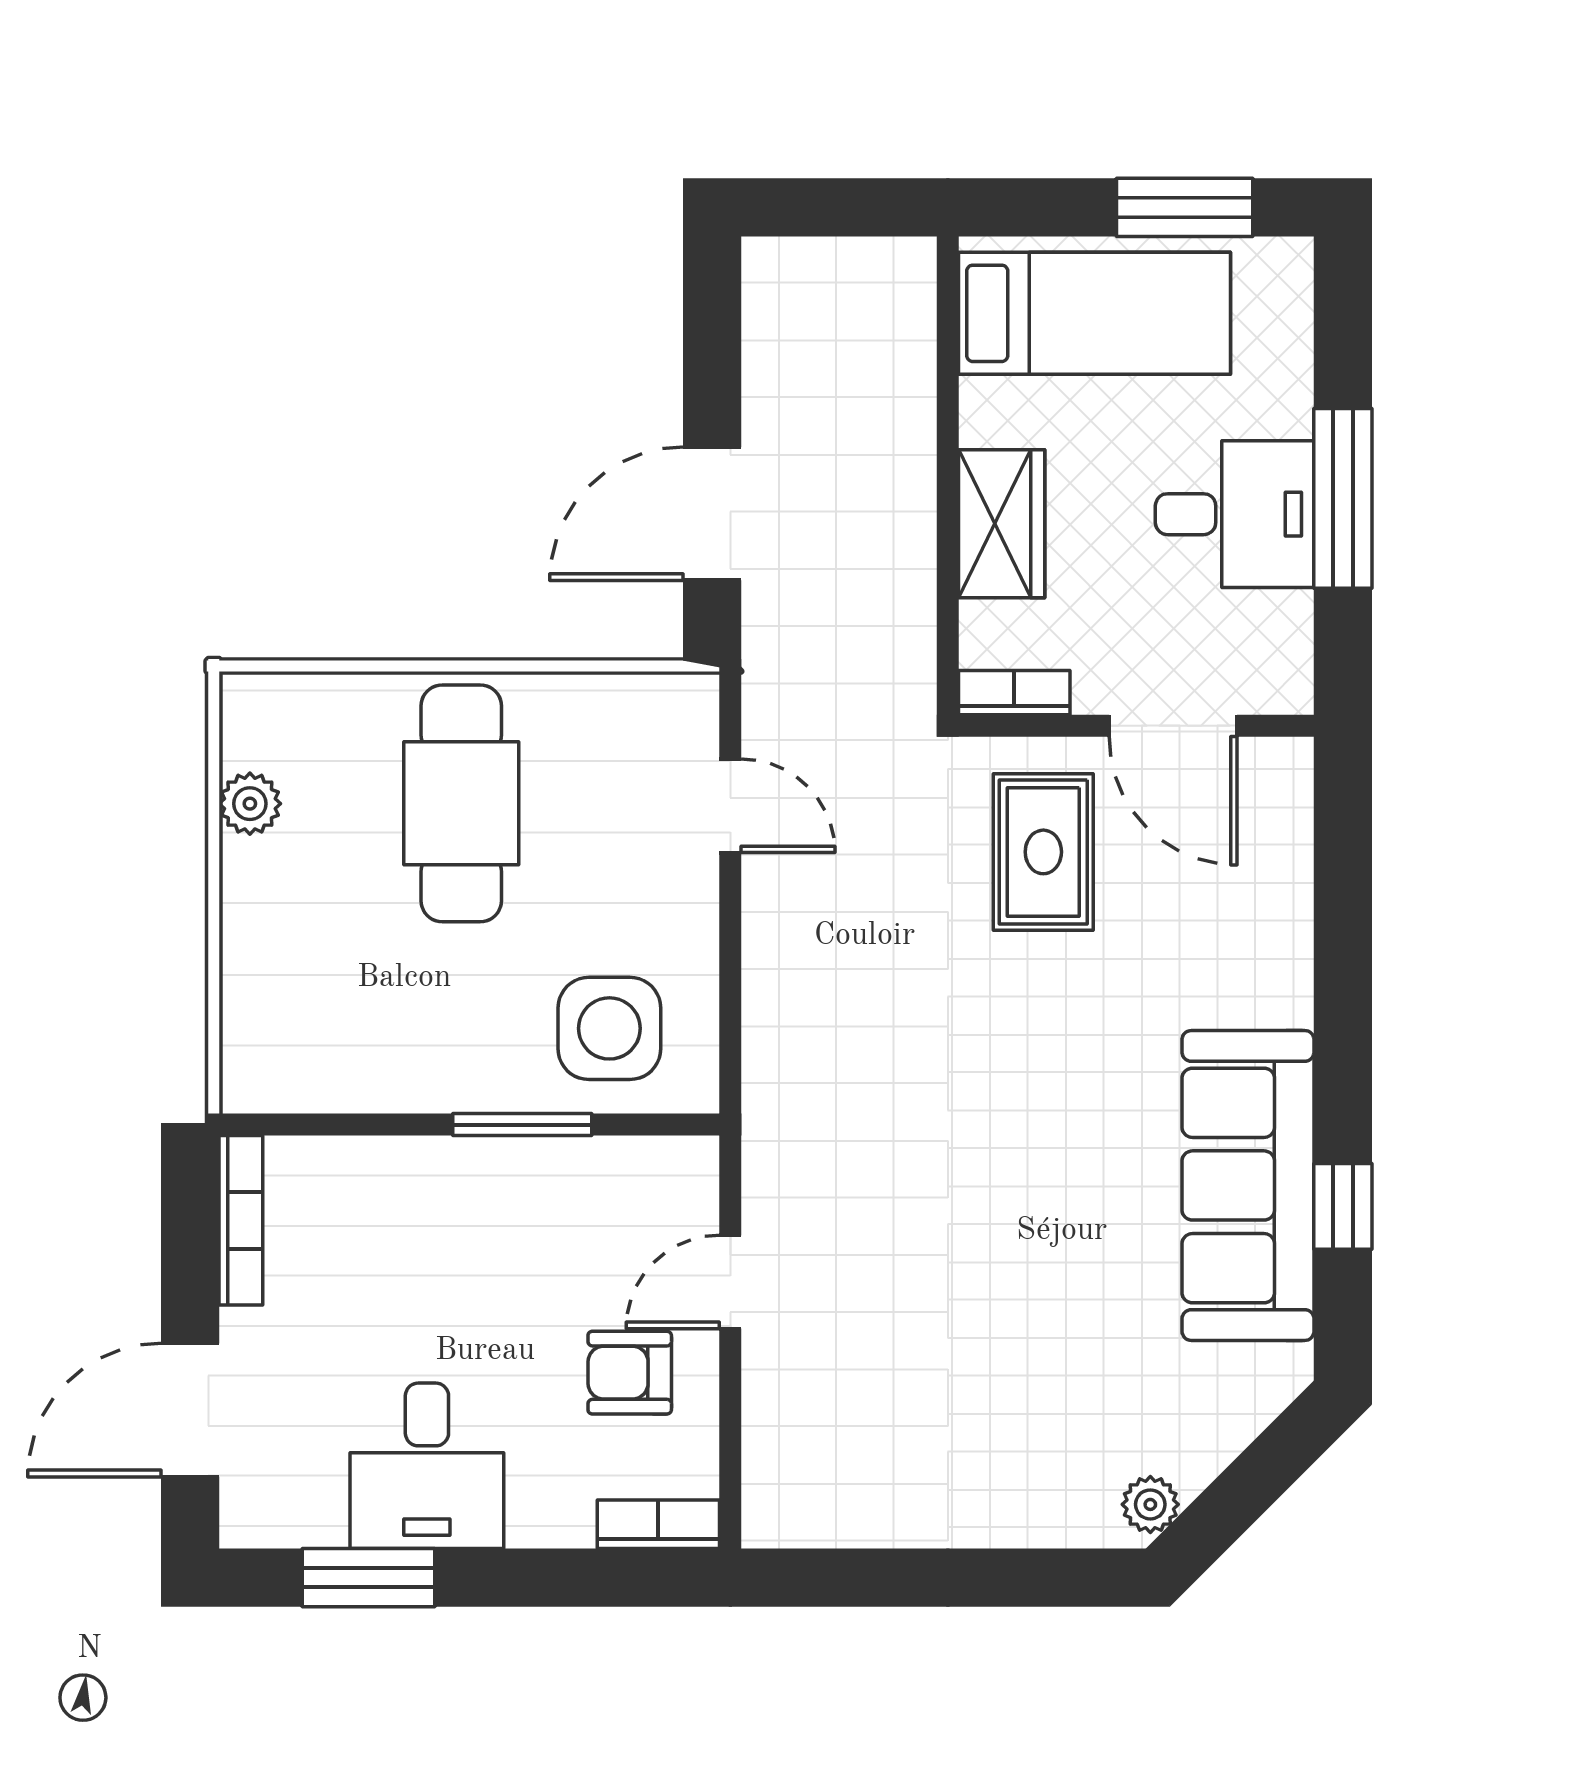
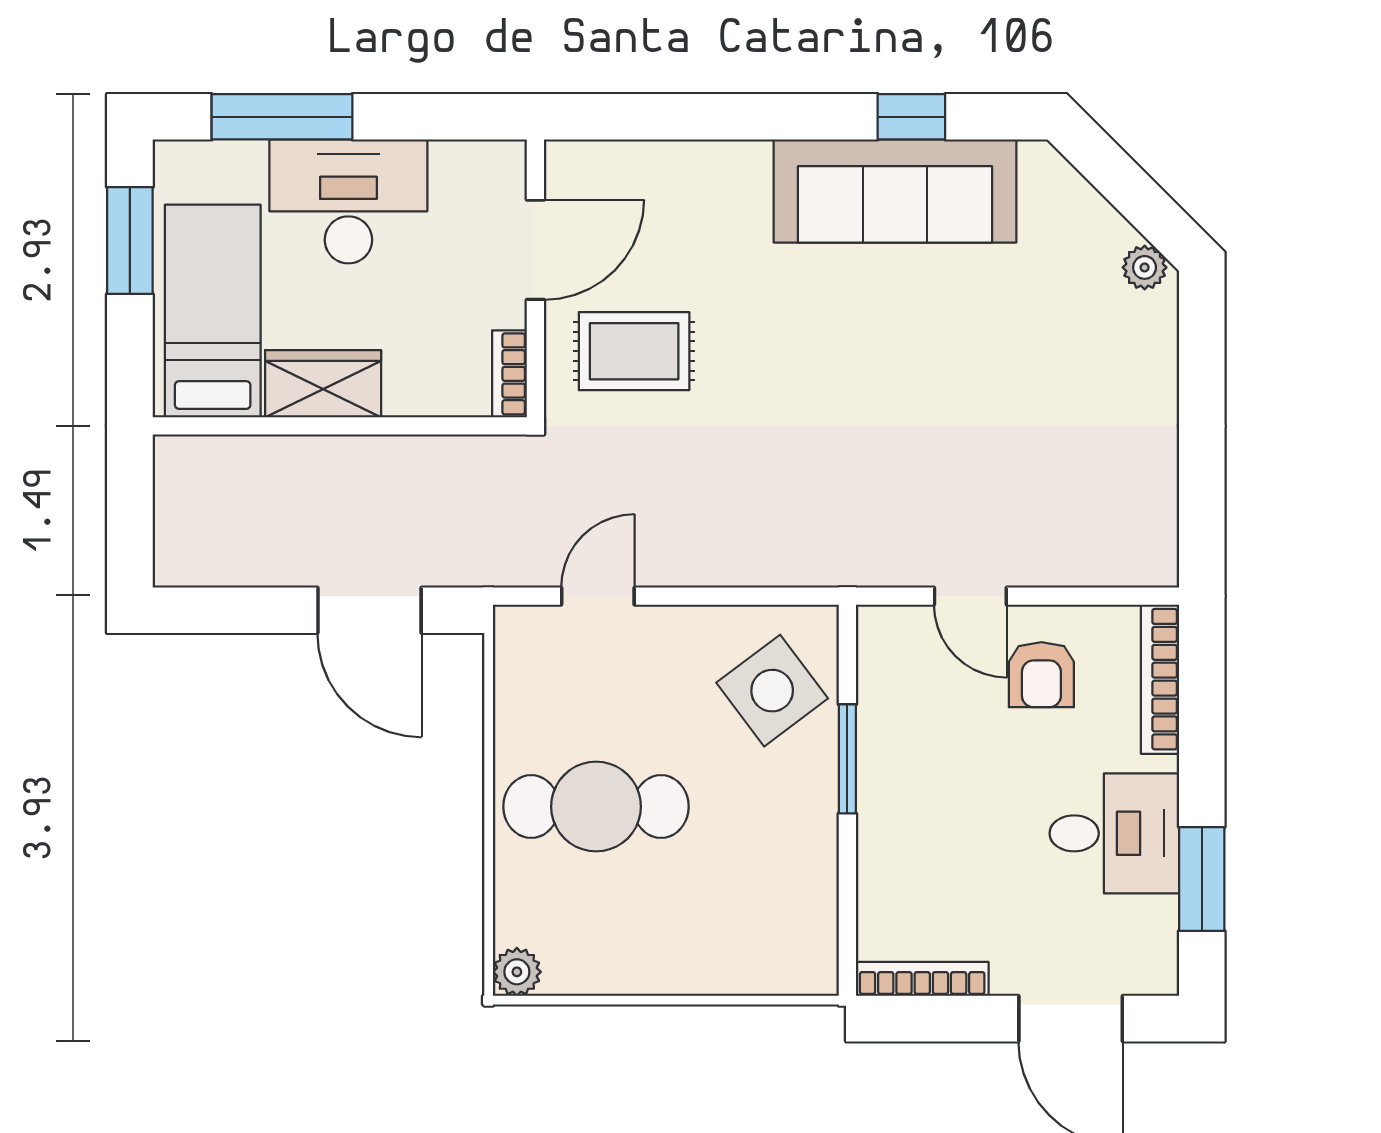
window: (1343, 498) -> (282, 117), moved
desk: (1235, 514) -> (348, 201), width x1.37
wardrobe: (1002, 524) -> (323, 384), moved
plant: (250, 804) -> (517, 972), moved
side table: (609, 1028) -> (772, 691), turned -37
bookcase: (658, 1524) -> (1160, 679), width x1.56

